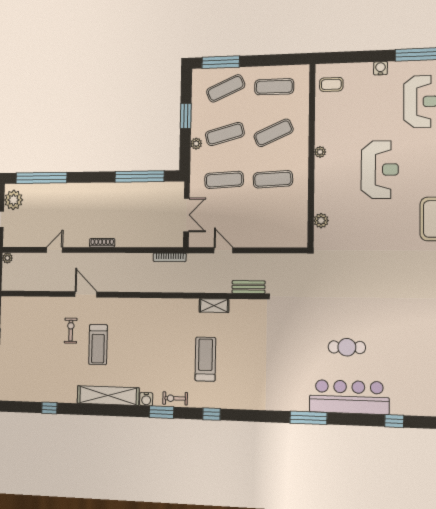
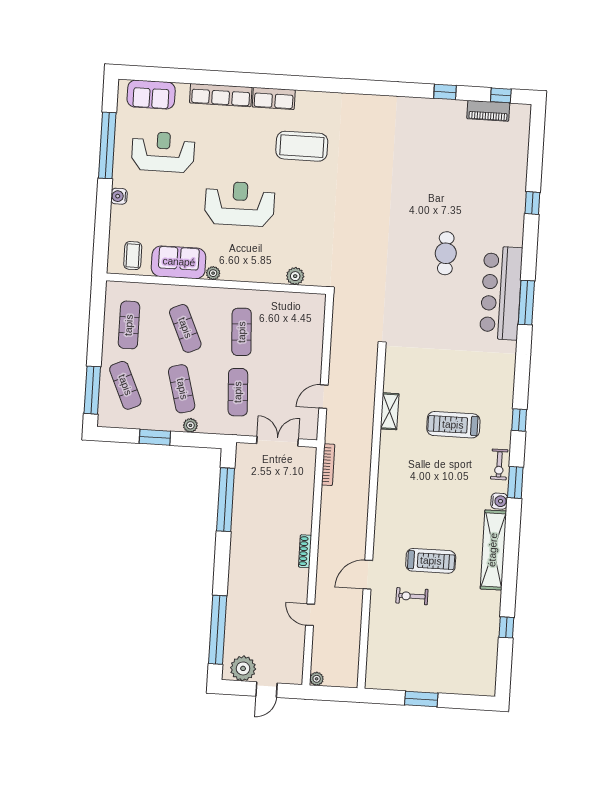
sofa: (328, 123) -> (179, 262), added
bench: (248, 287) -> (369, 368), removed
bar counter: (349, 397) -> (501, 293), moved

